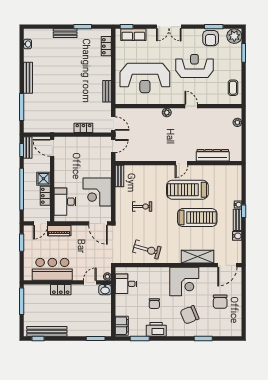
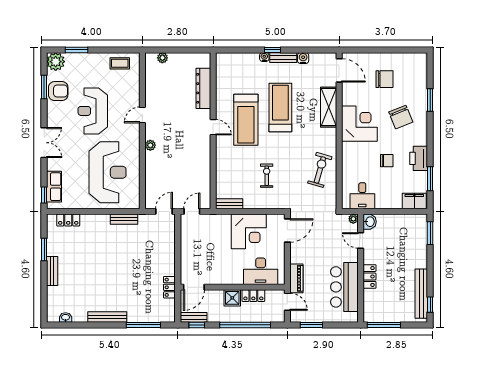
locker: (83, 128) -> (169, 287), moved
door: (113, 146) -> (192, 211), hinge flipped

